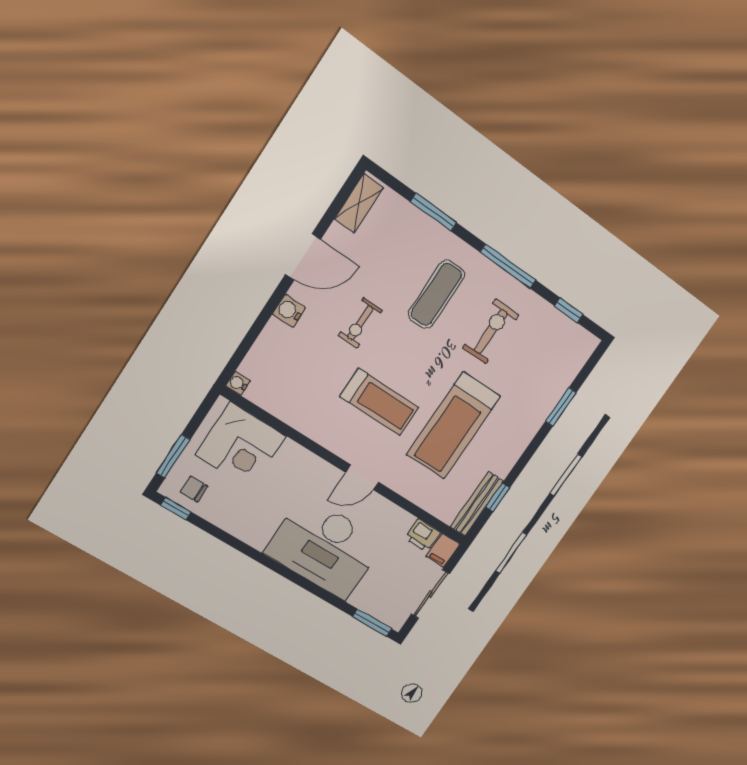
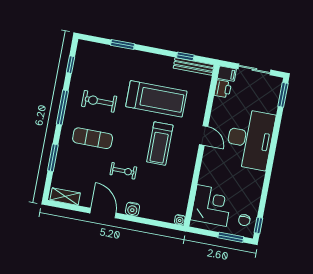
treadmill: (379, 402) -> (160, 144), turned 180

